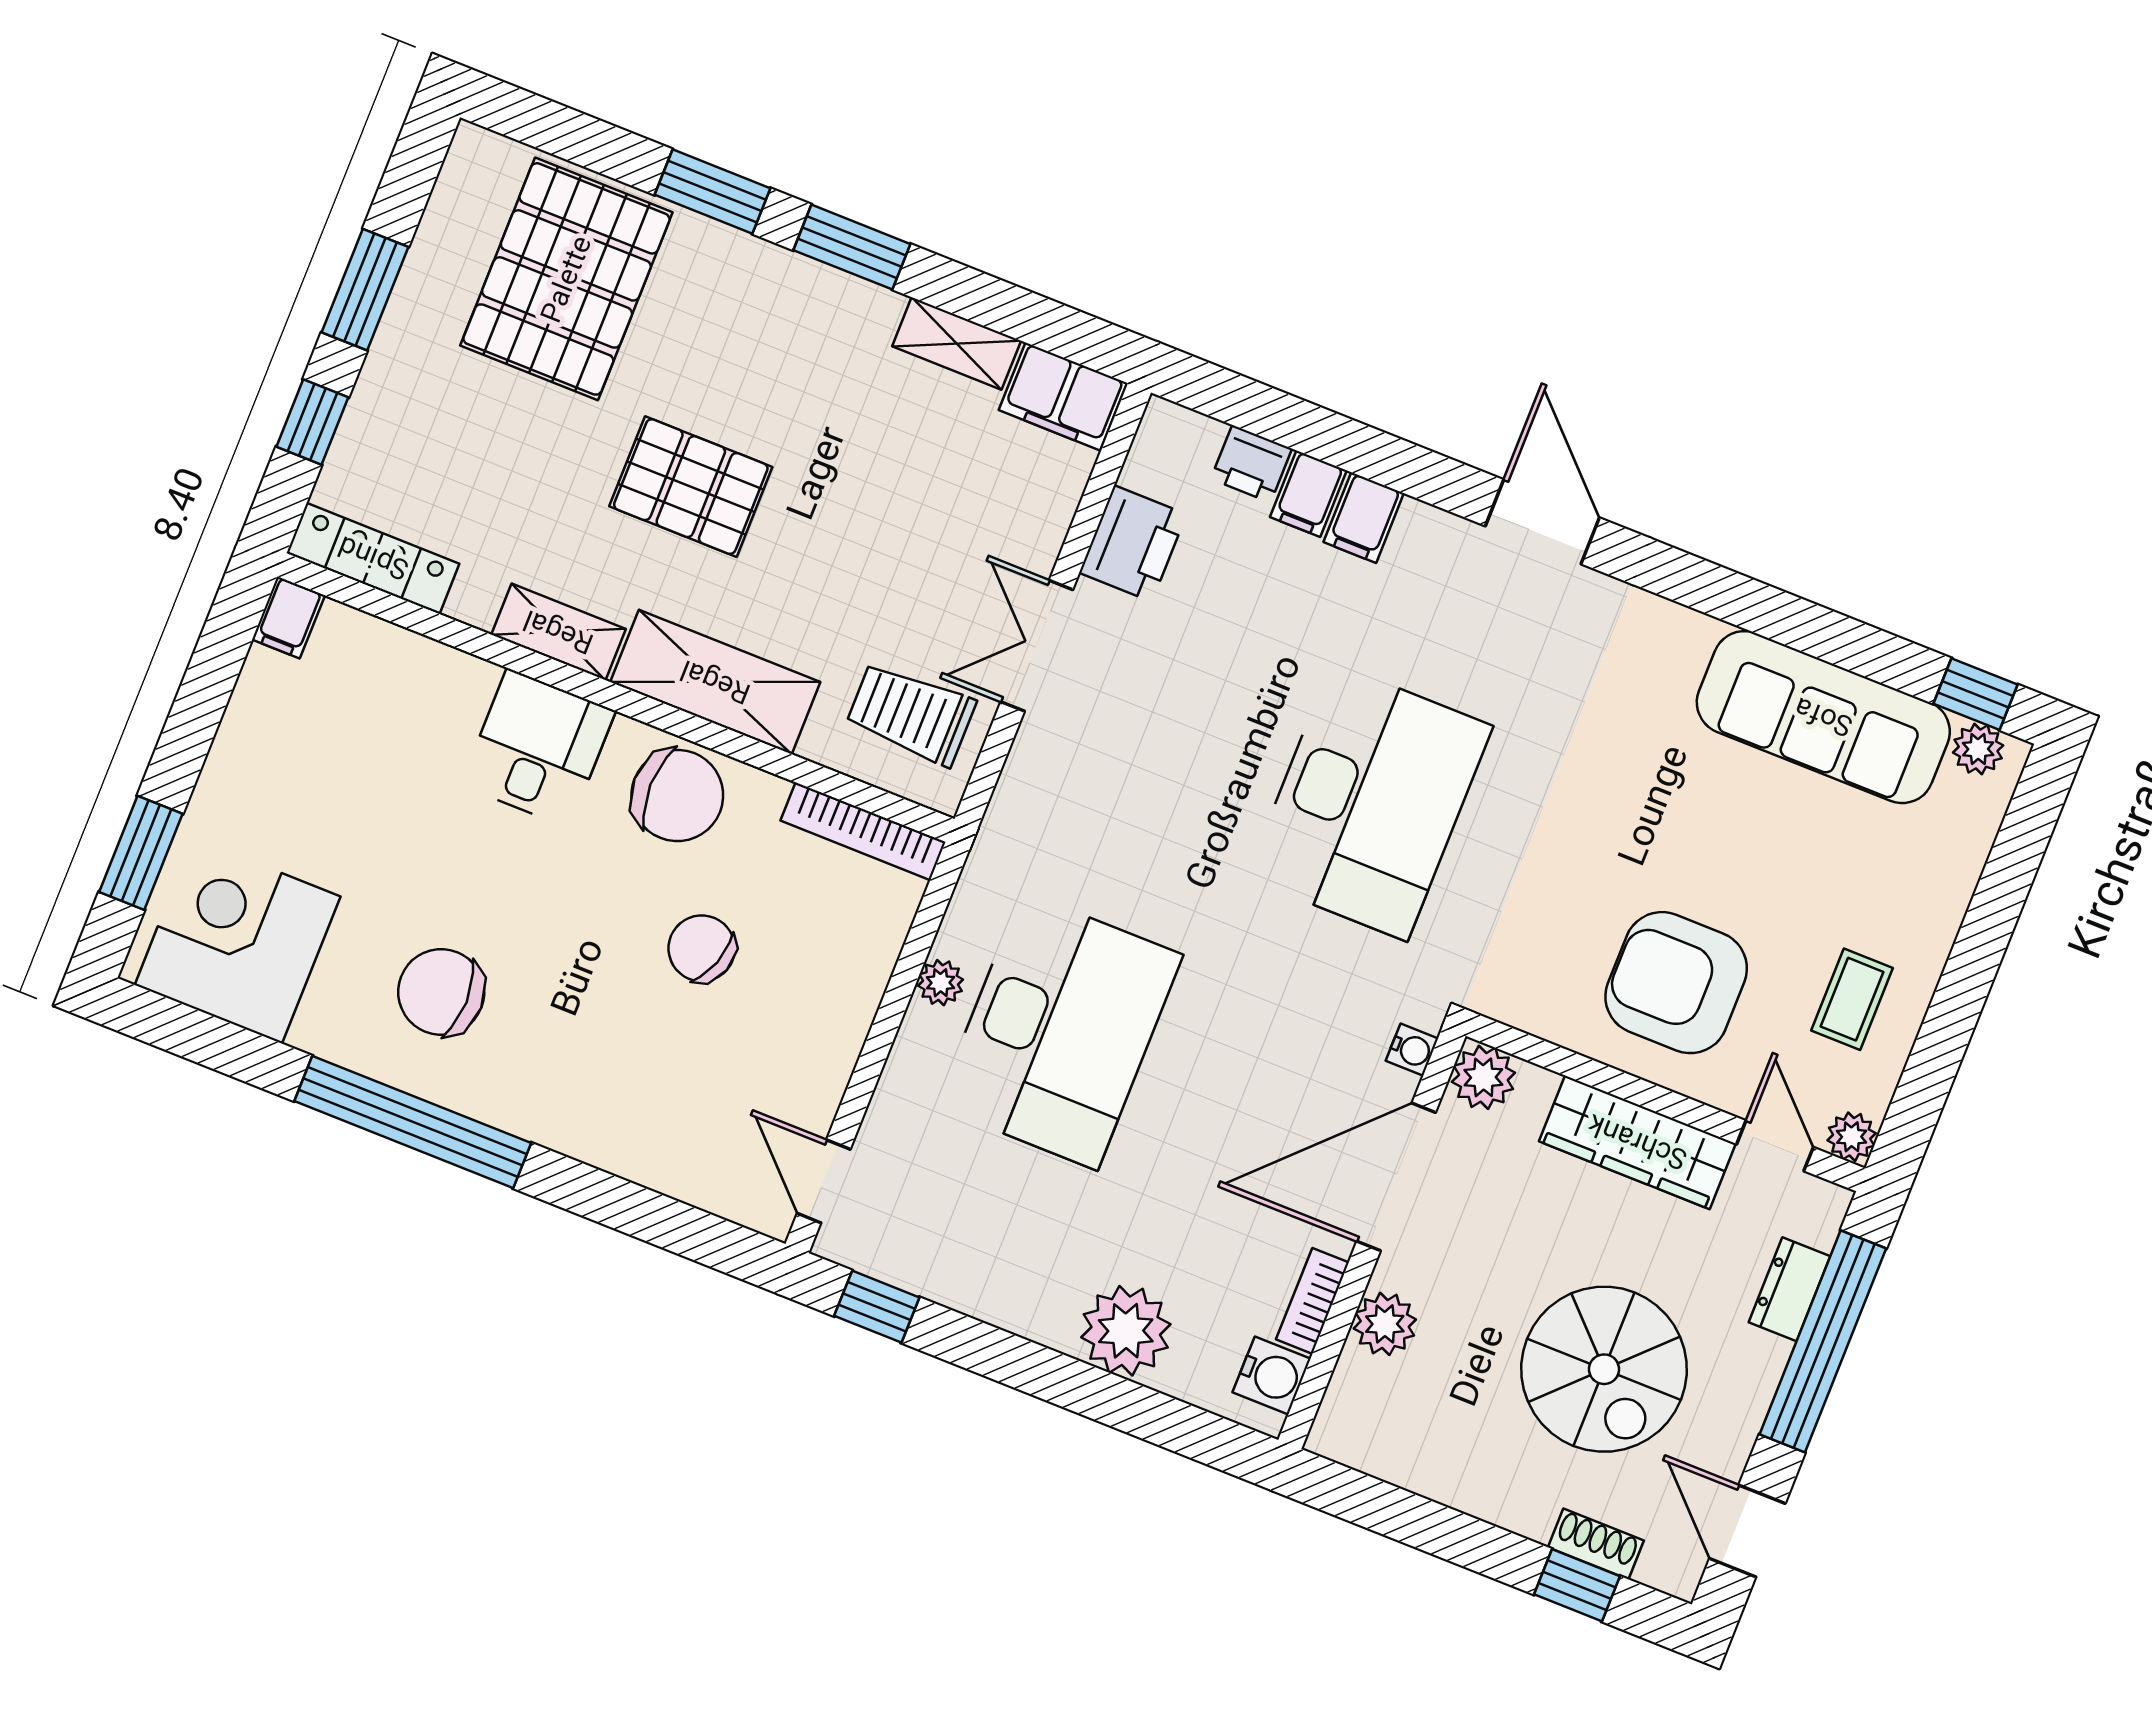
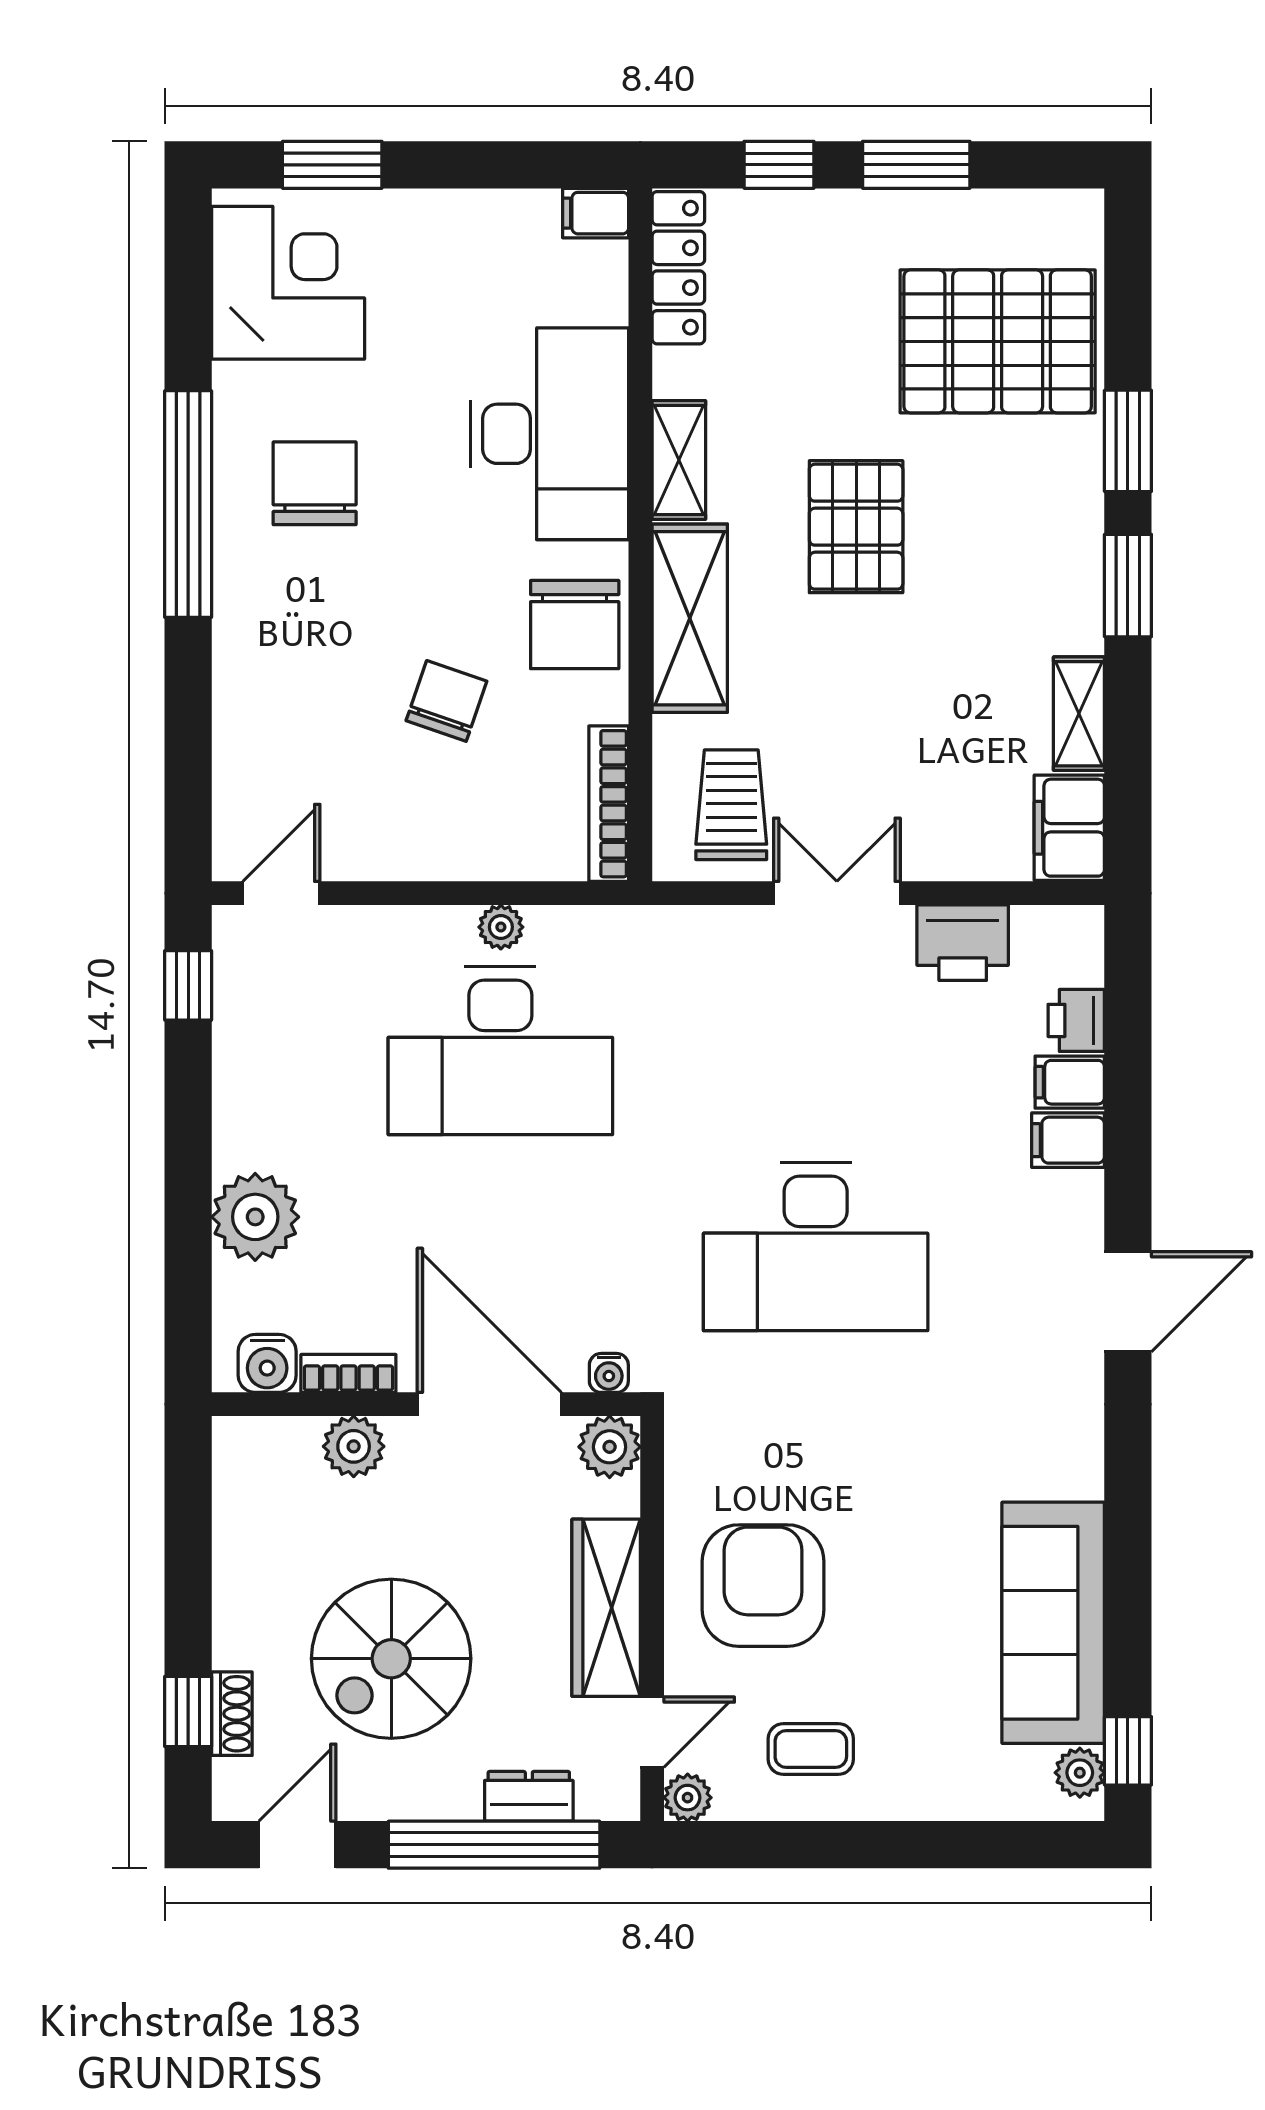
desk: (538, 748) -> (549, 434), width x1.87, depth x1.30

